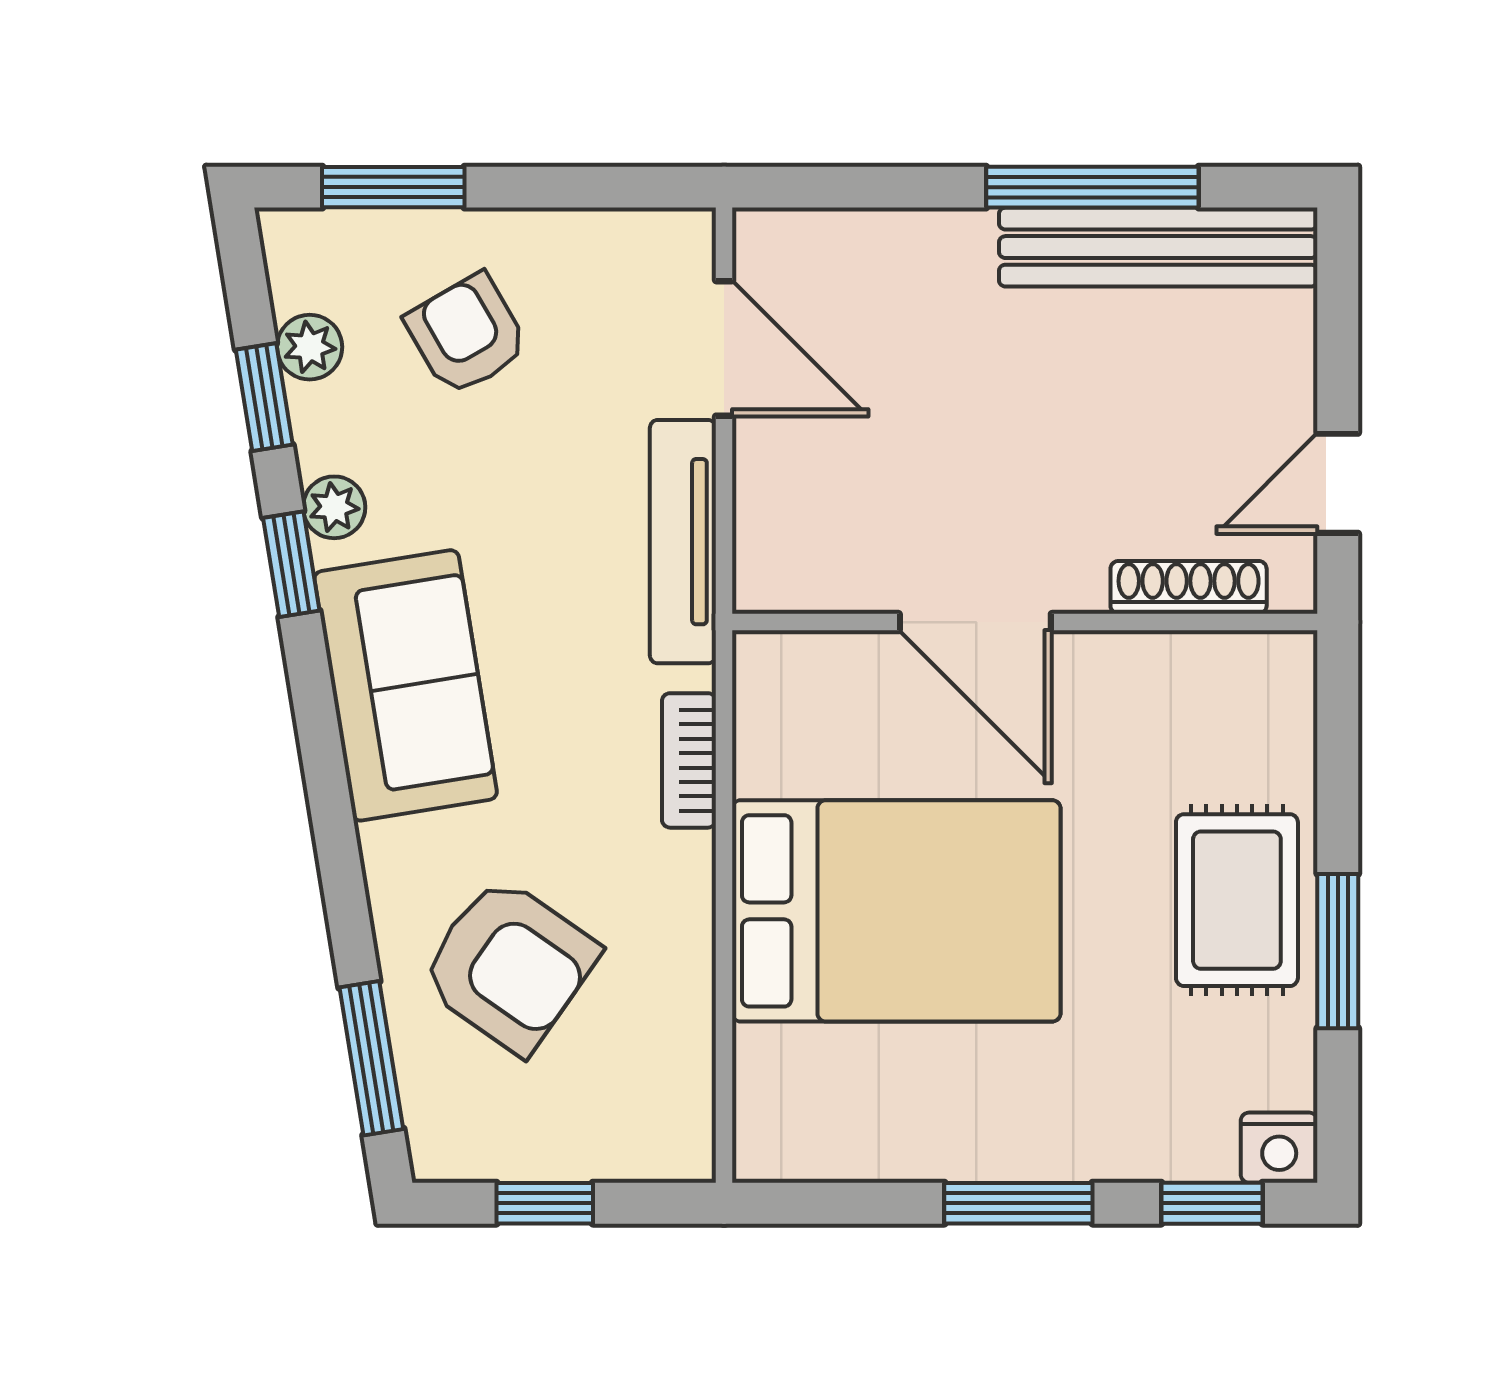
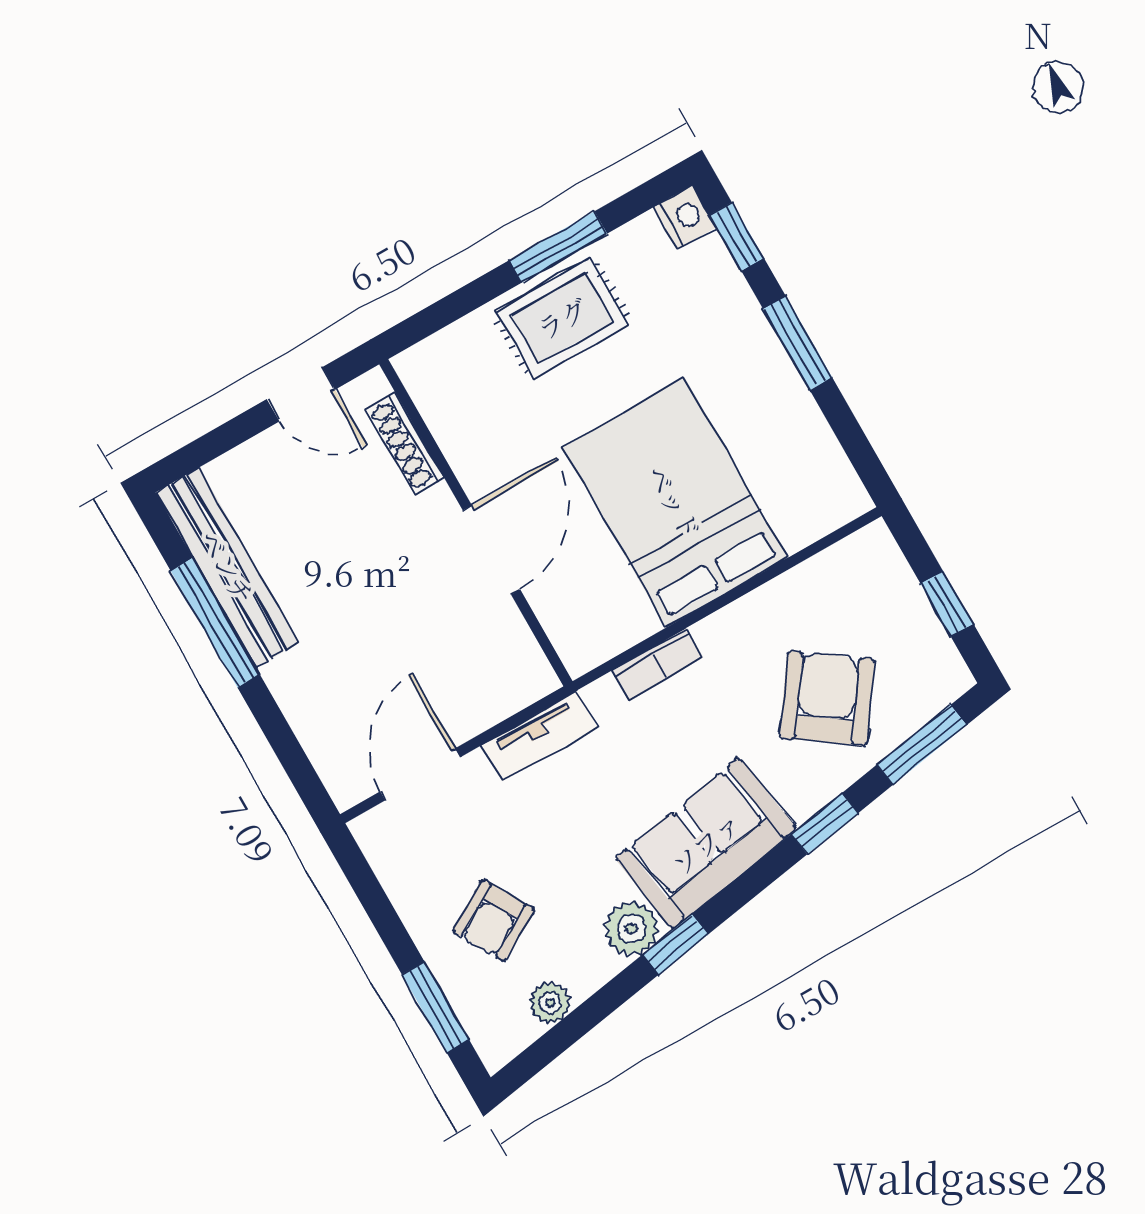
window: (264, 397) -> (825, 824), moved
plant: (334, 507) -> (631, 929), width x1.38, depth x1.38
tv unit: (683, 542) -> (539, 736), width x0.71

